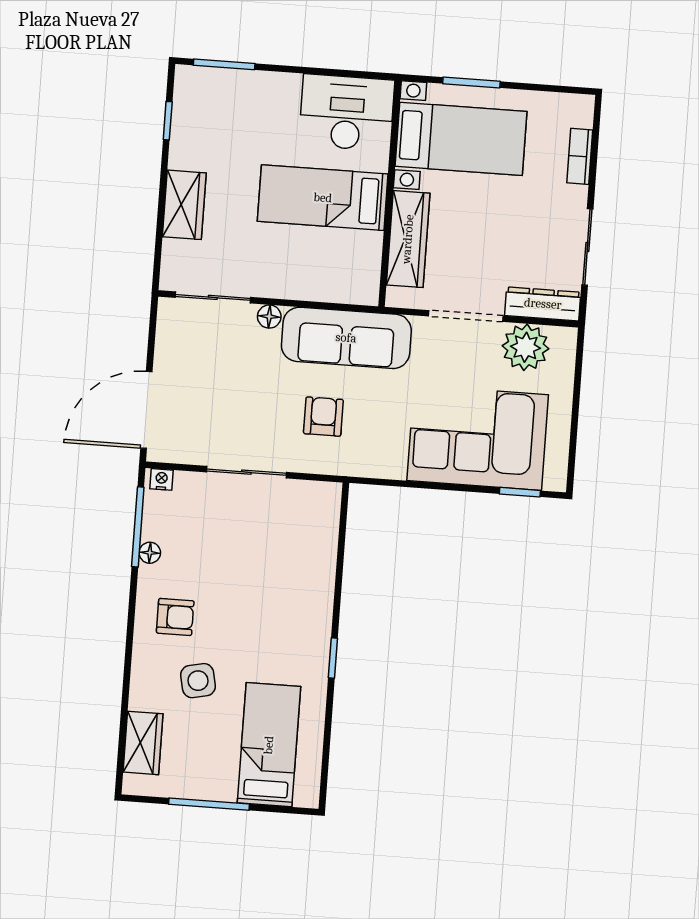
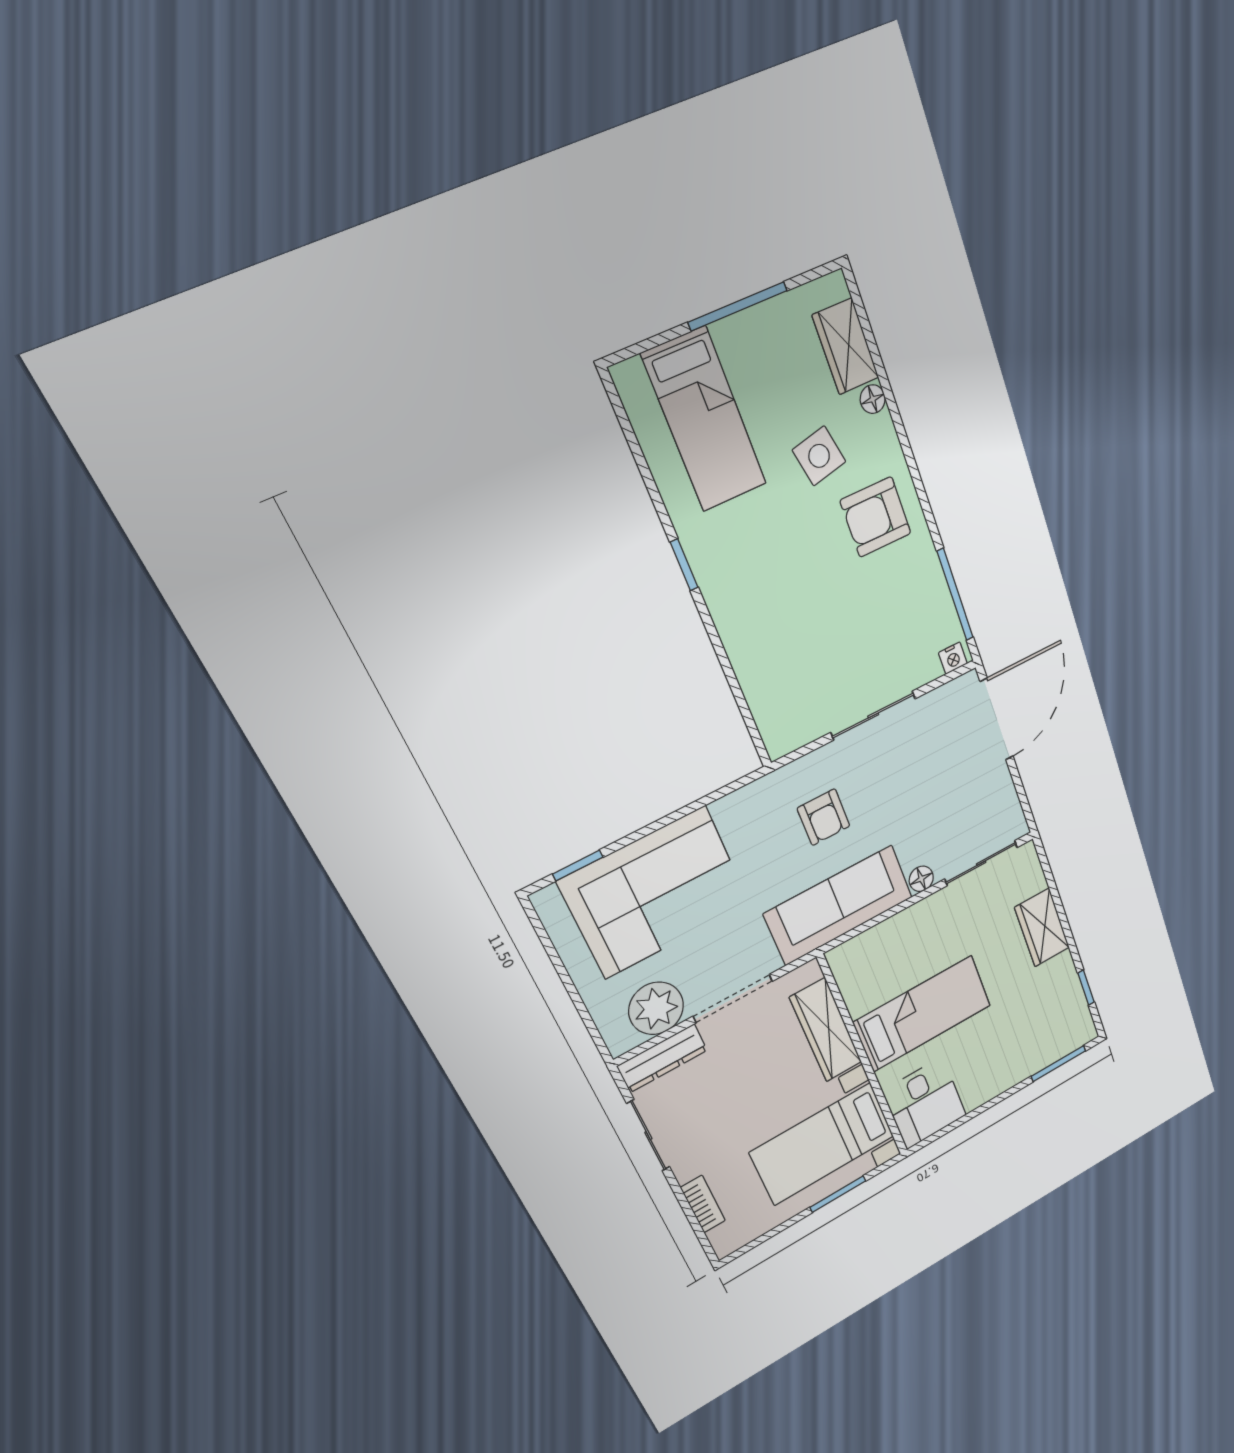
desk: (347, 113) -> (925, 1103), width x0.73
floor lamp: (150, 553) -> (873, 399), moved
armchair: (175, 617) -> (876, 517), width x1.38, depth x1.38

